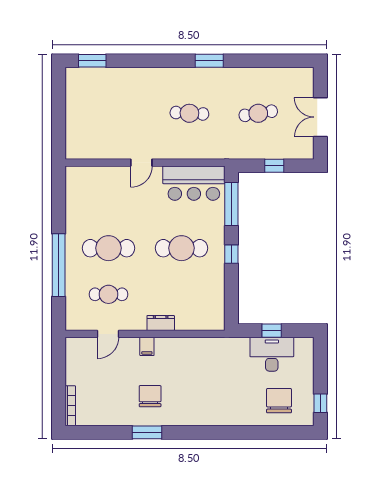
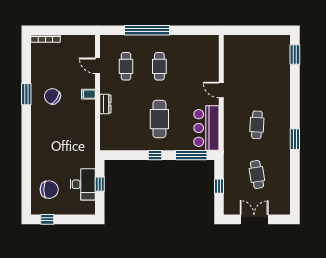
cafe table: (108, 248) -> (159, 66), width x0.73, depth x0.74
chair: (150, 396) -> (52, 96), turned -146

